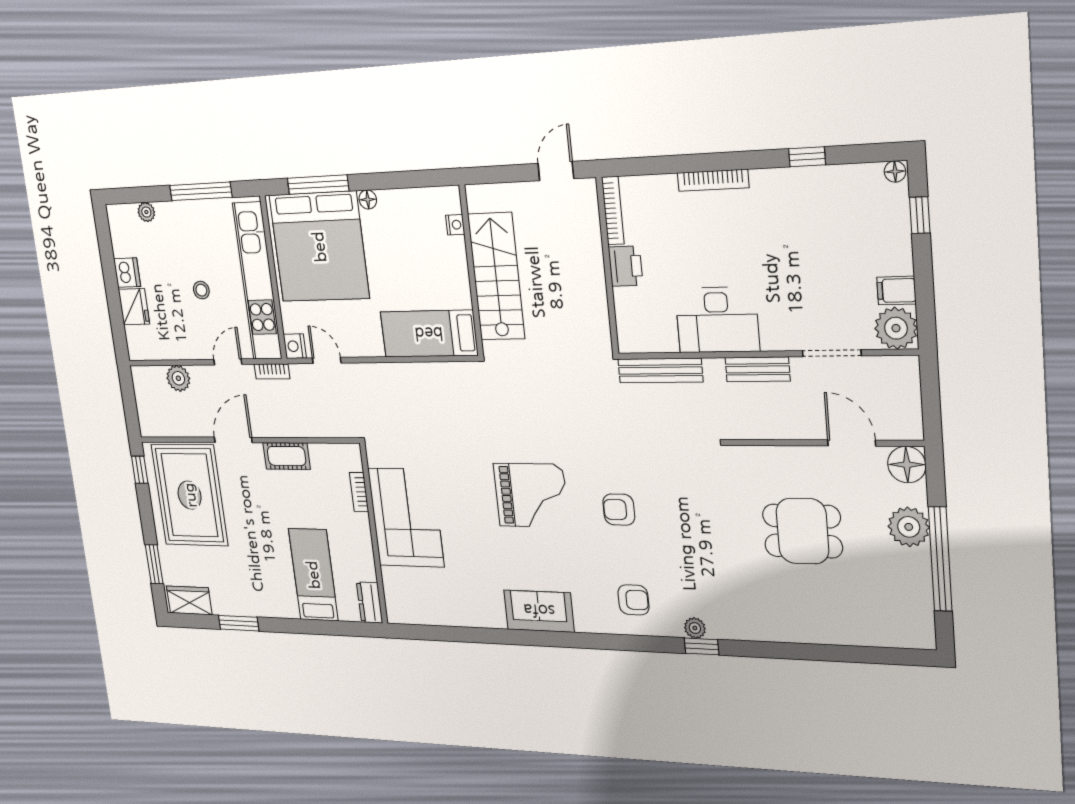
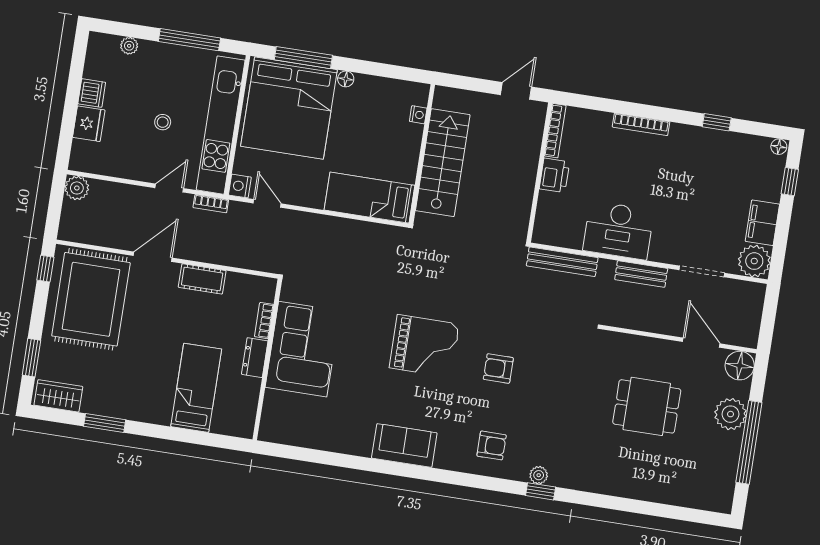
filing cabinet: (896, 291) -> (762, 223), width x2.00
plant: (178, 378) -> (77, 188), moved
dresser: (370, 603) -> (255, 358), moved

